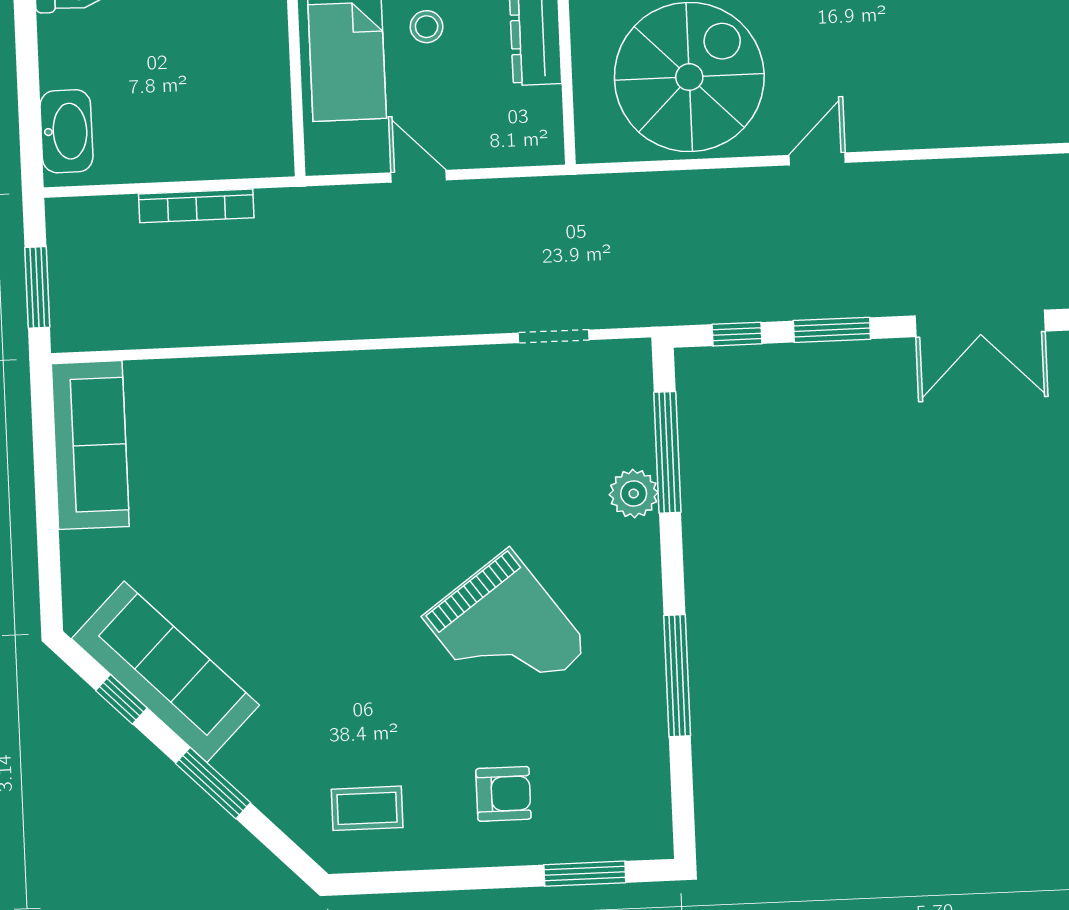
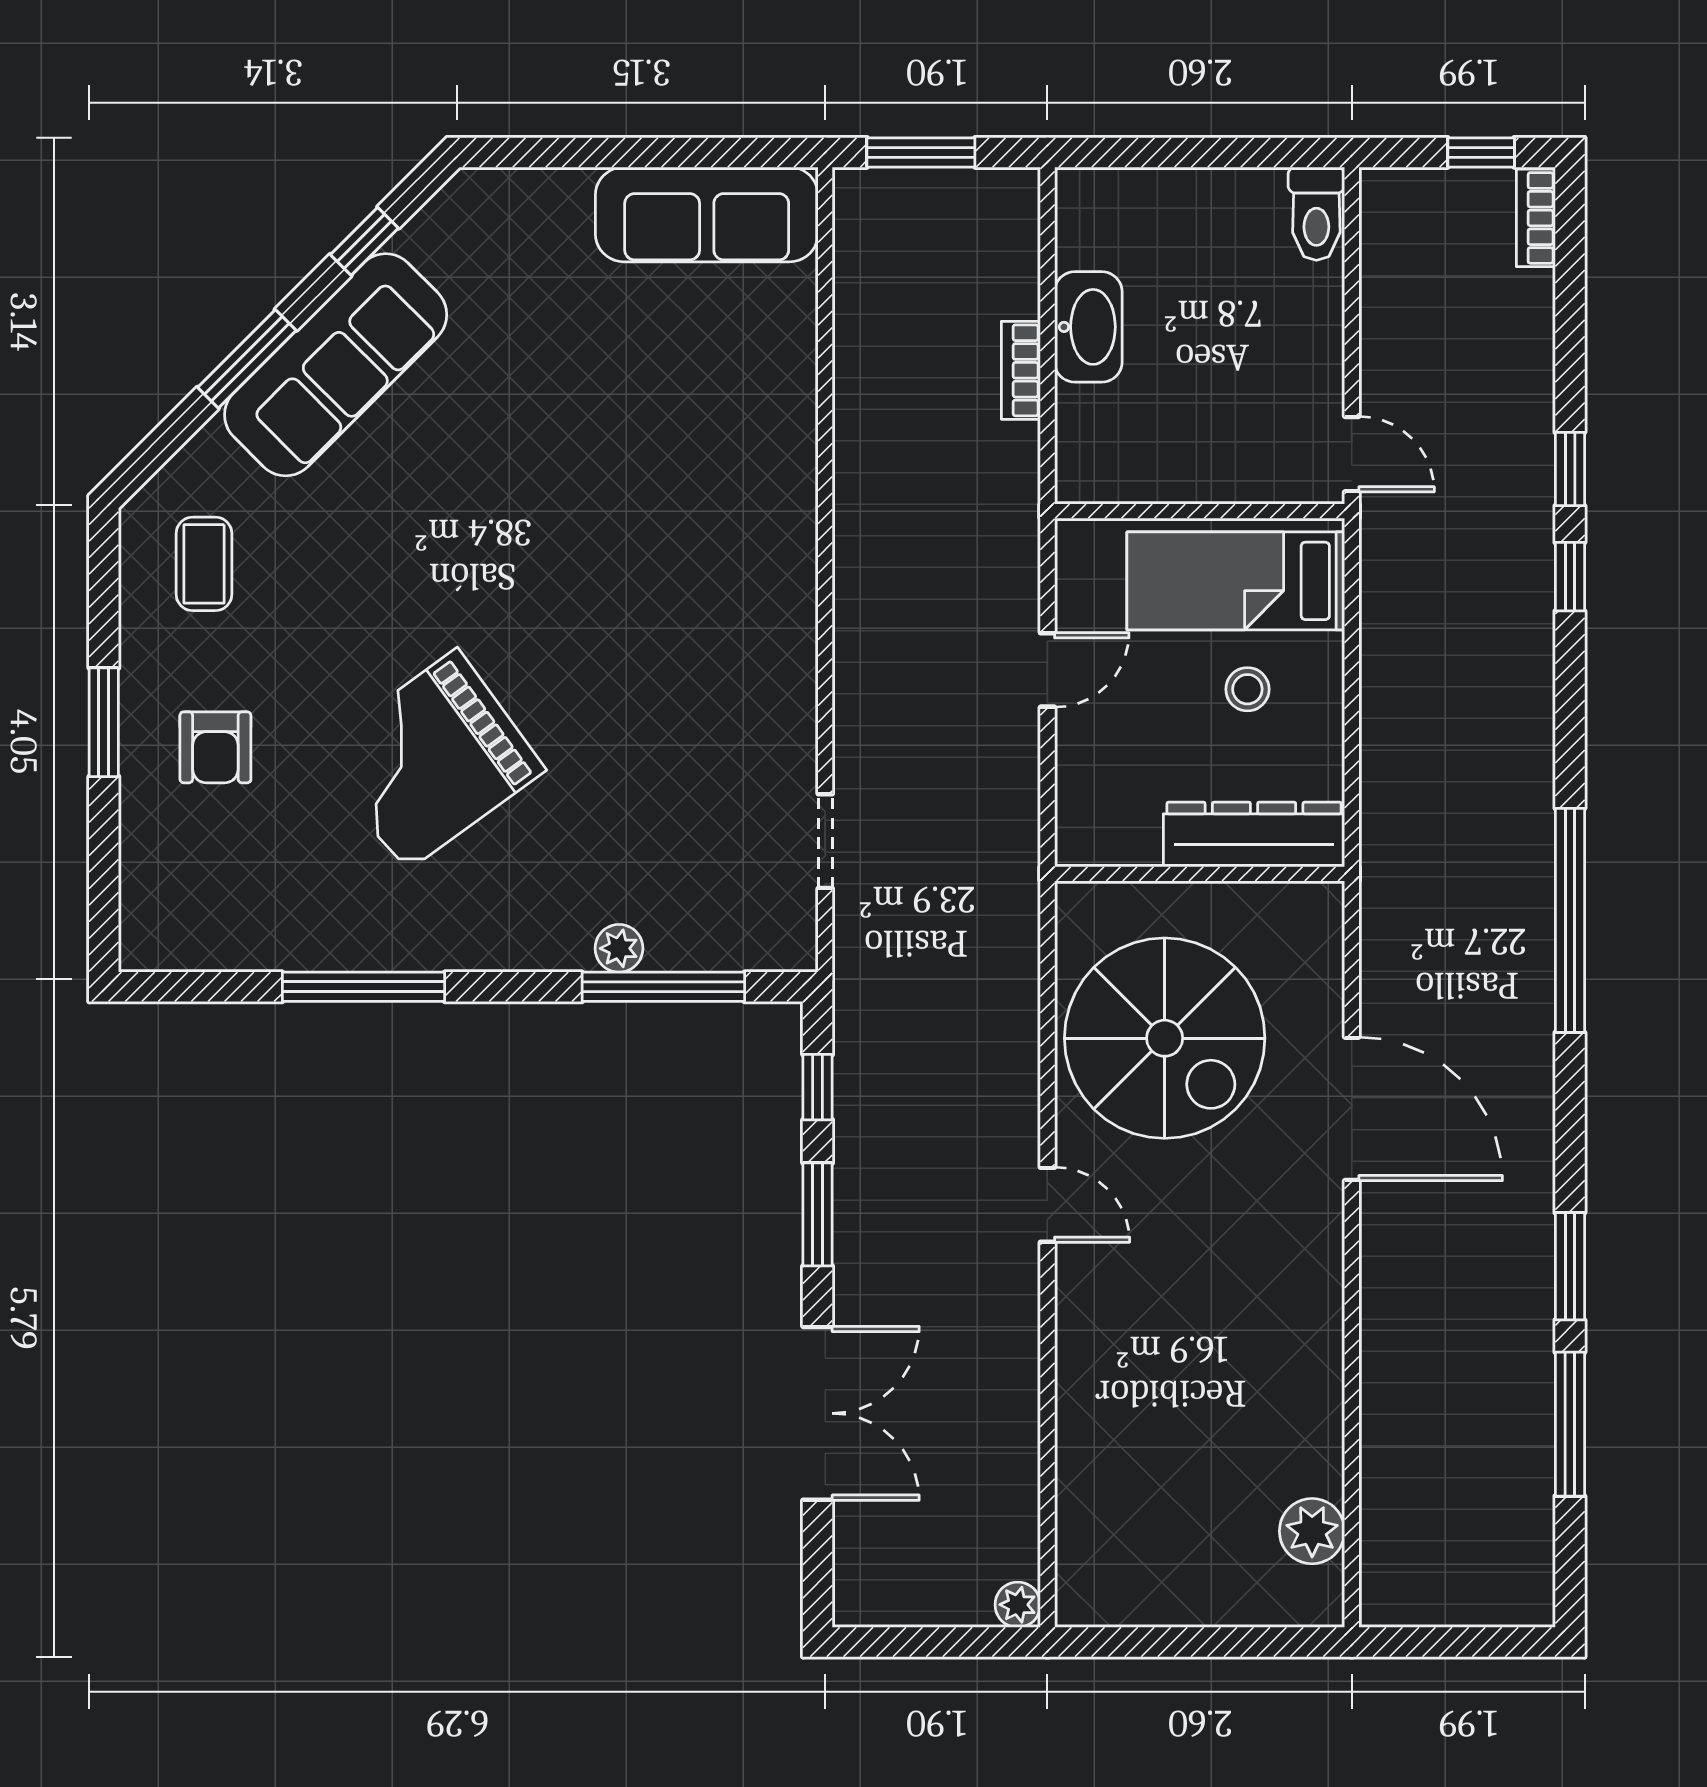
washbasin: (66, 131) -> (1088, 327), moved, turned -90
bookcase: (196, 206) -> (1021, 370), width x0.64
double door: (980, 323) -> (818, 1413), swing flipped
plant: (634, 494) -> (619, 948), width x0.73, depth x0.73
sofa: (165, 672) -> (336, 365), moved
window: (585, 874) -> (104, 722), moved

